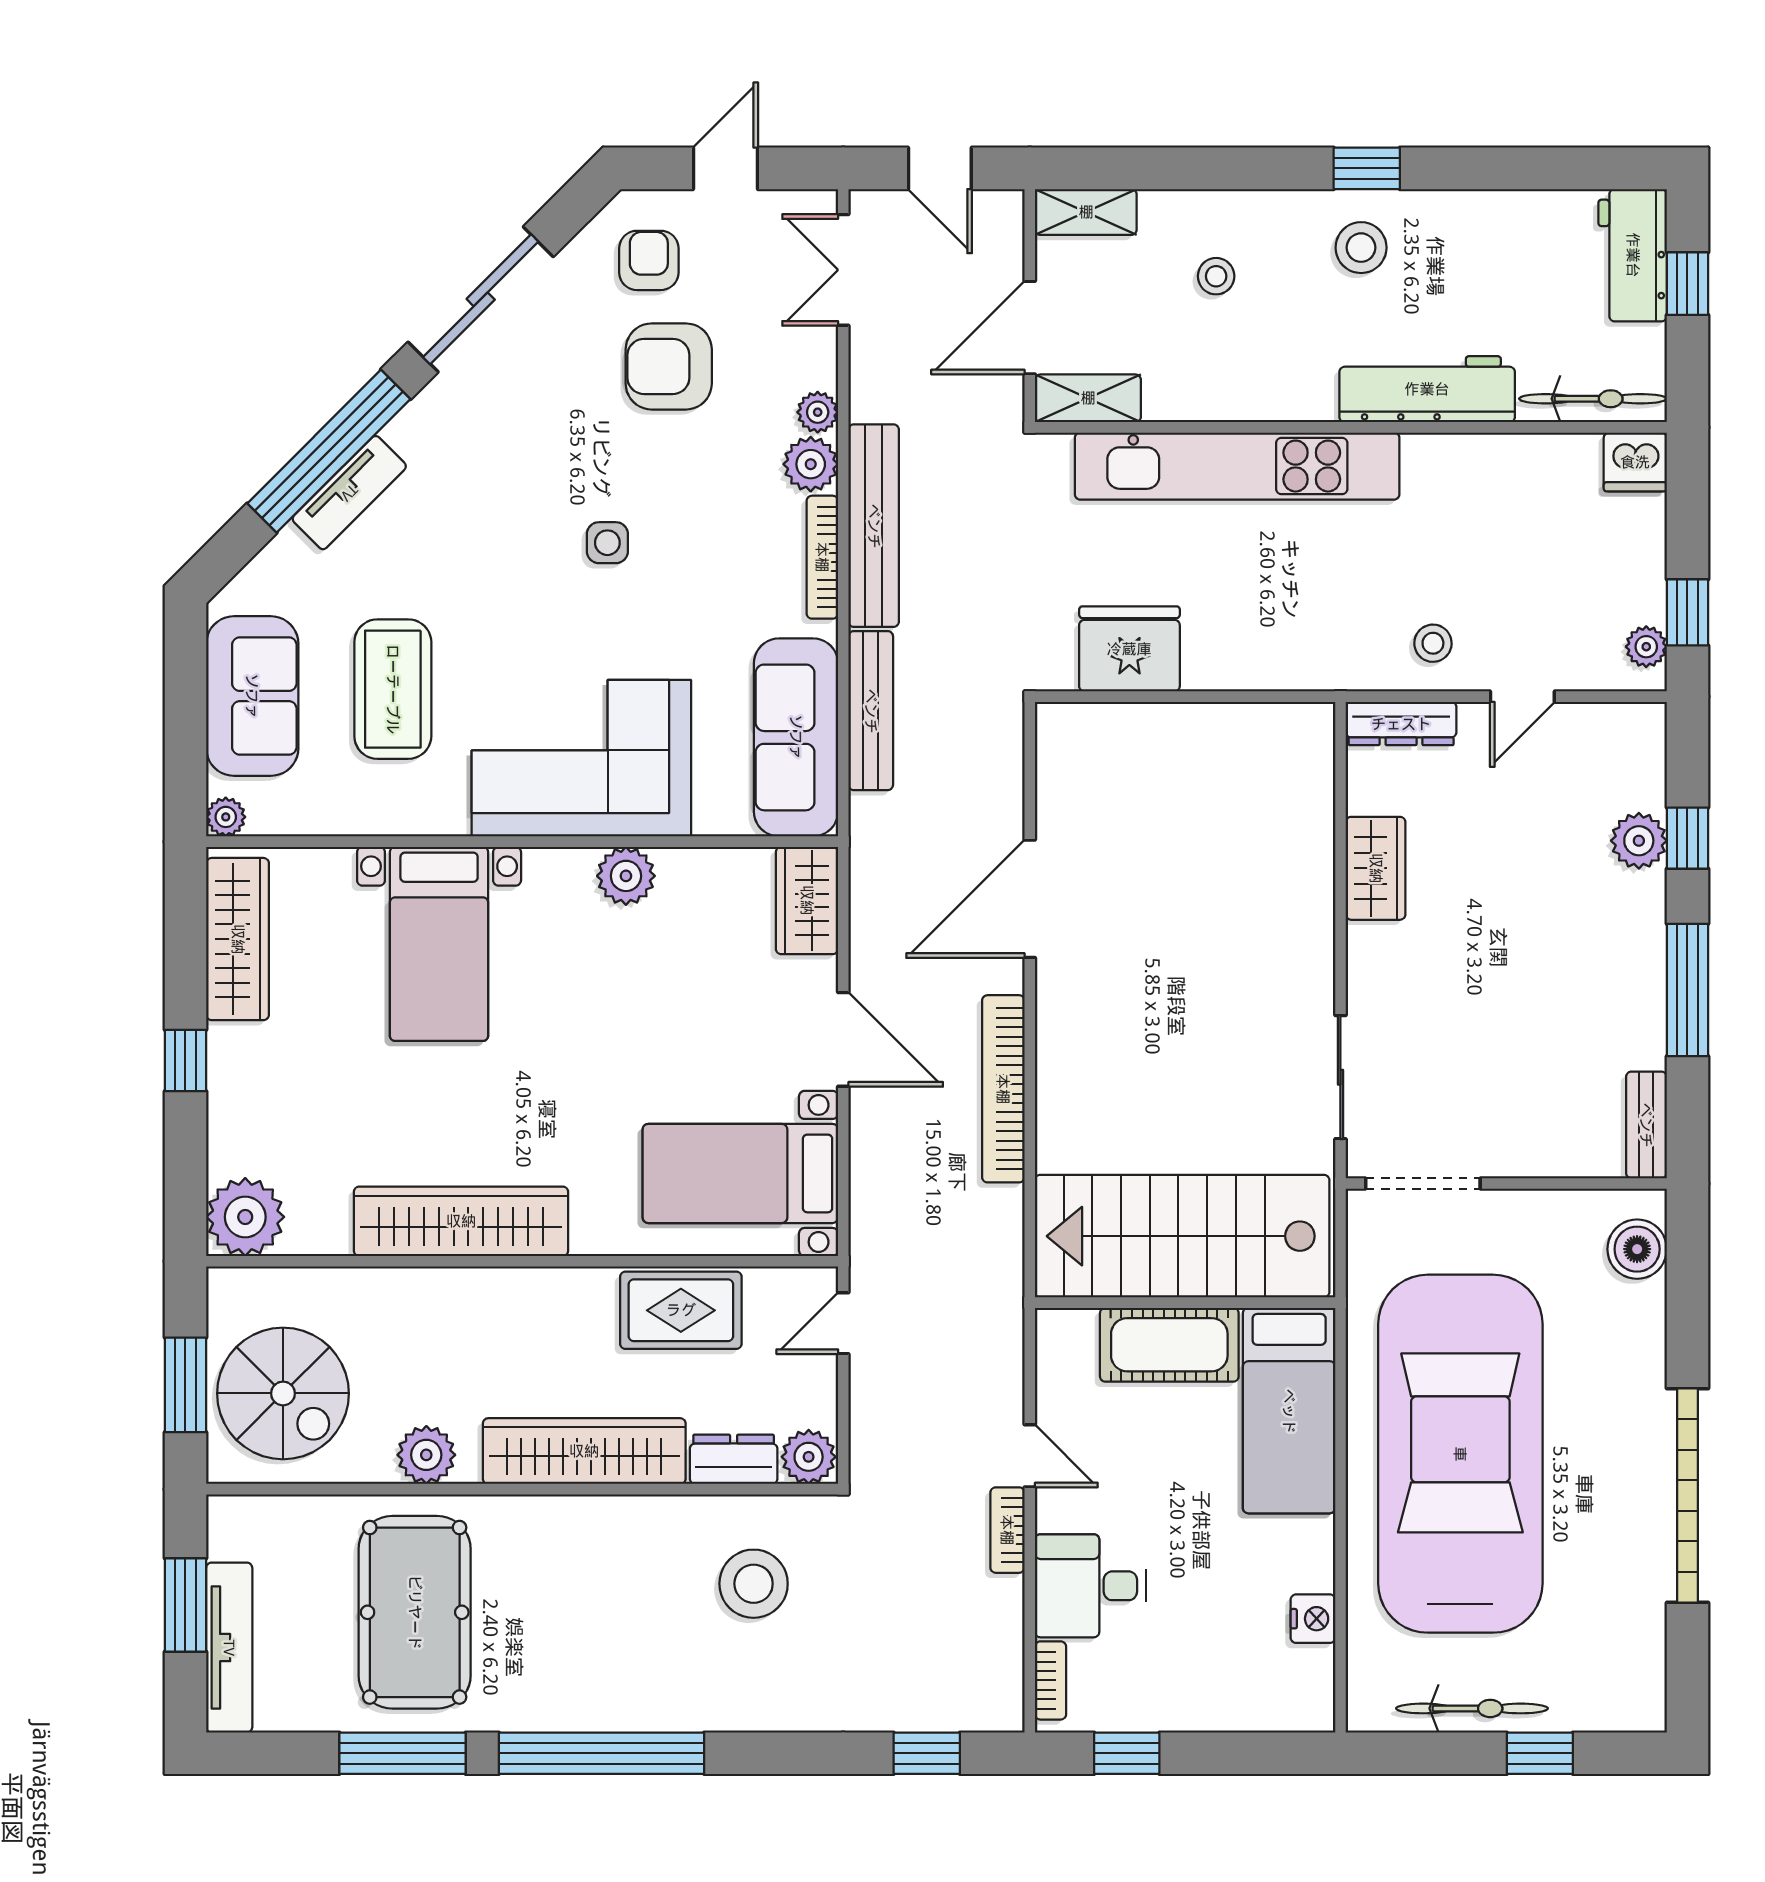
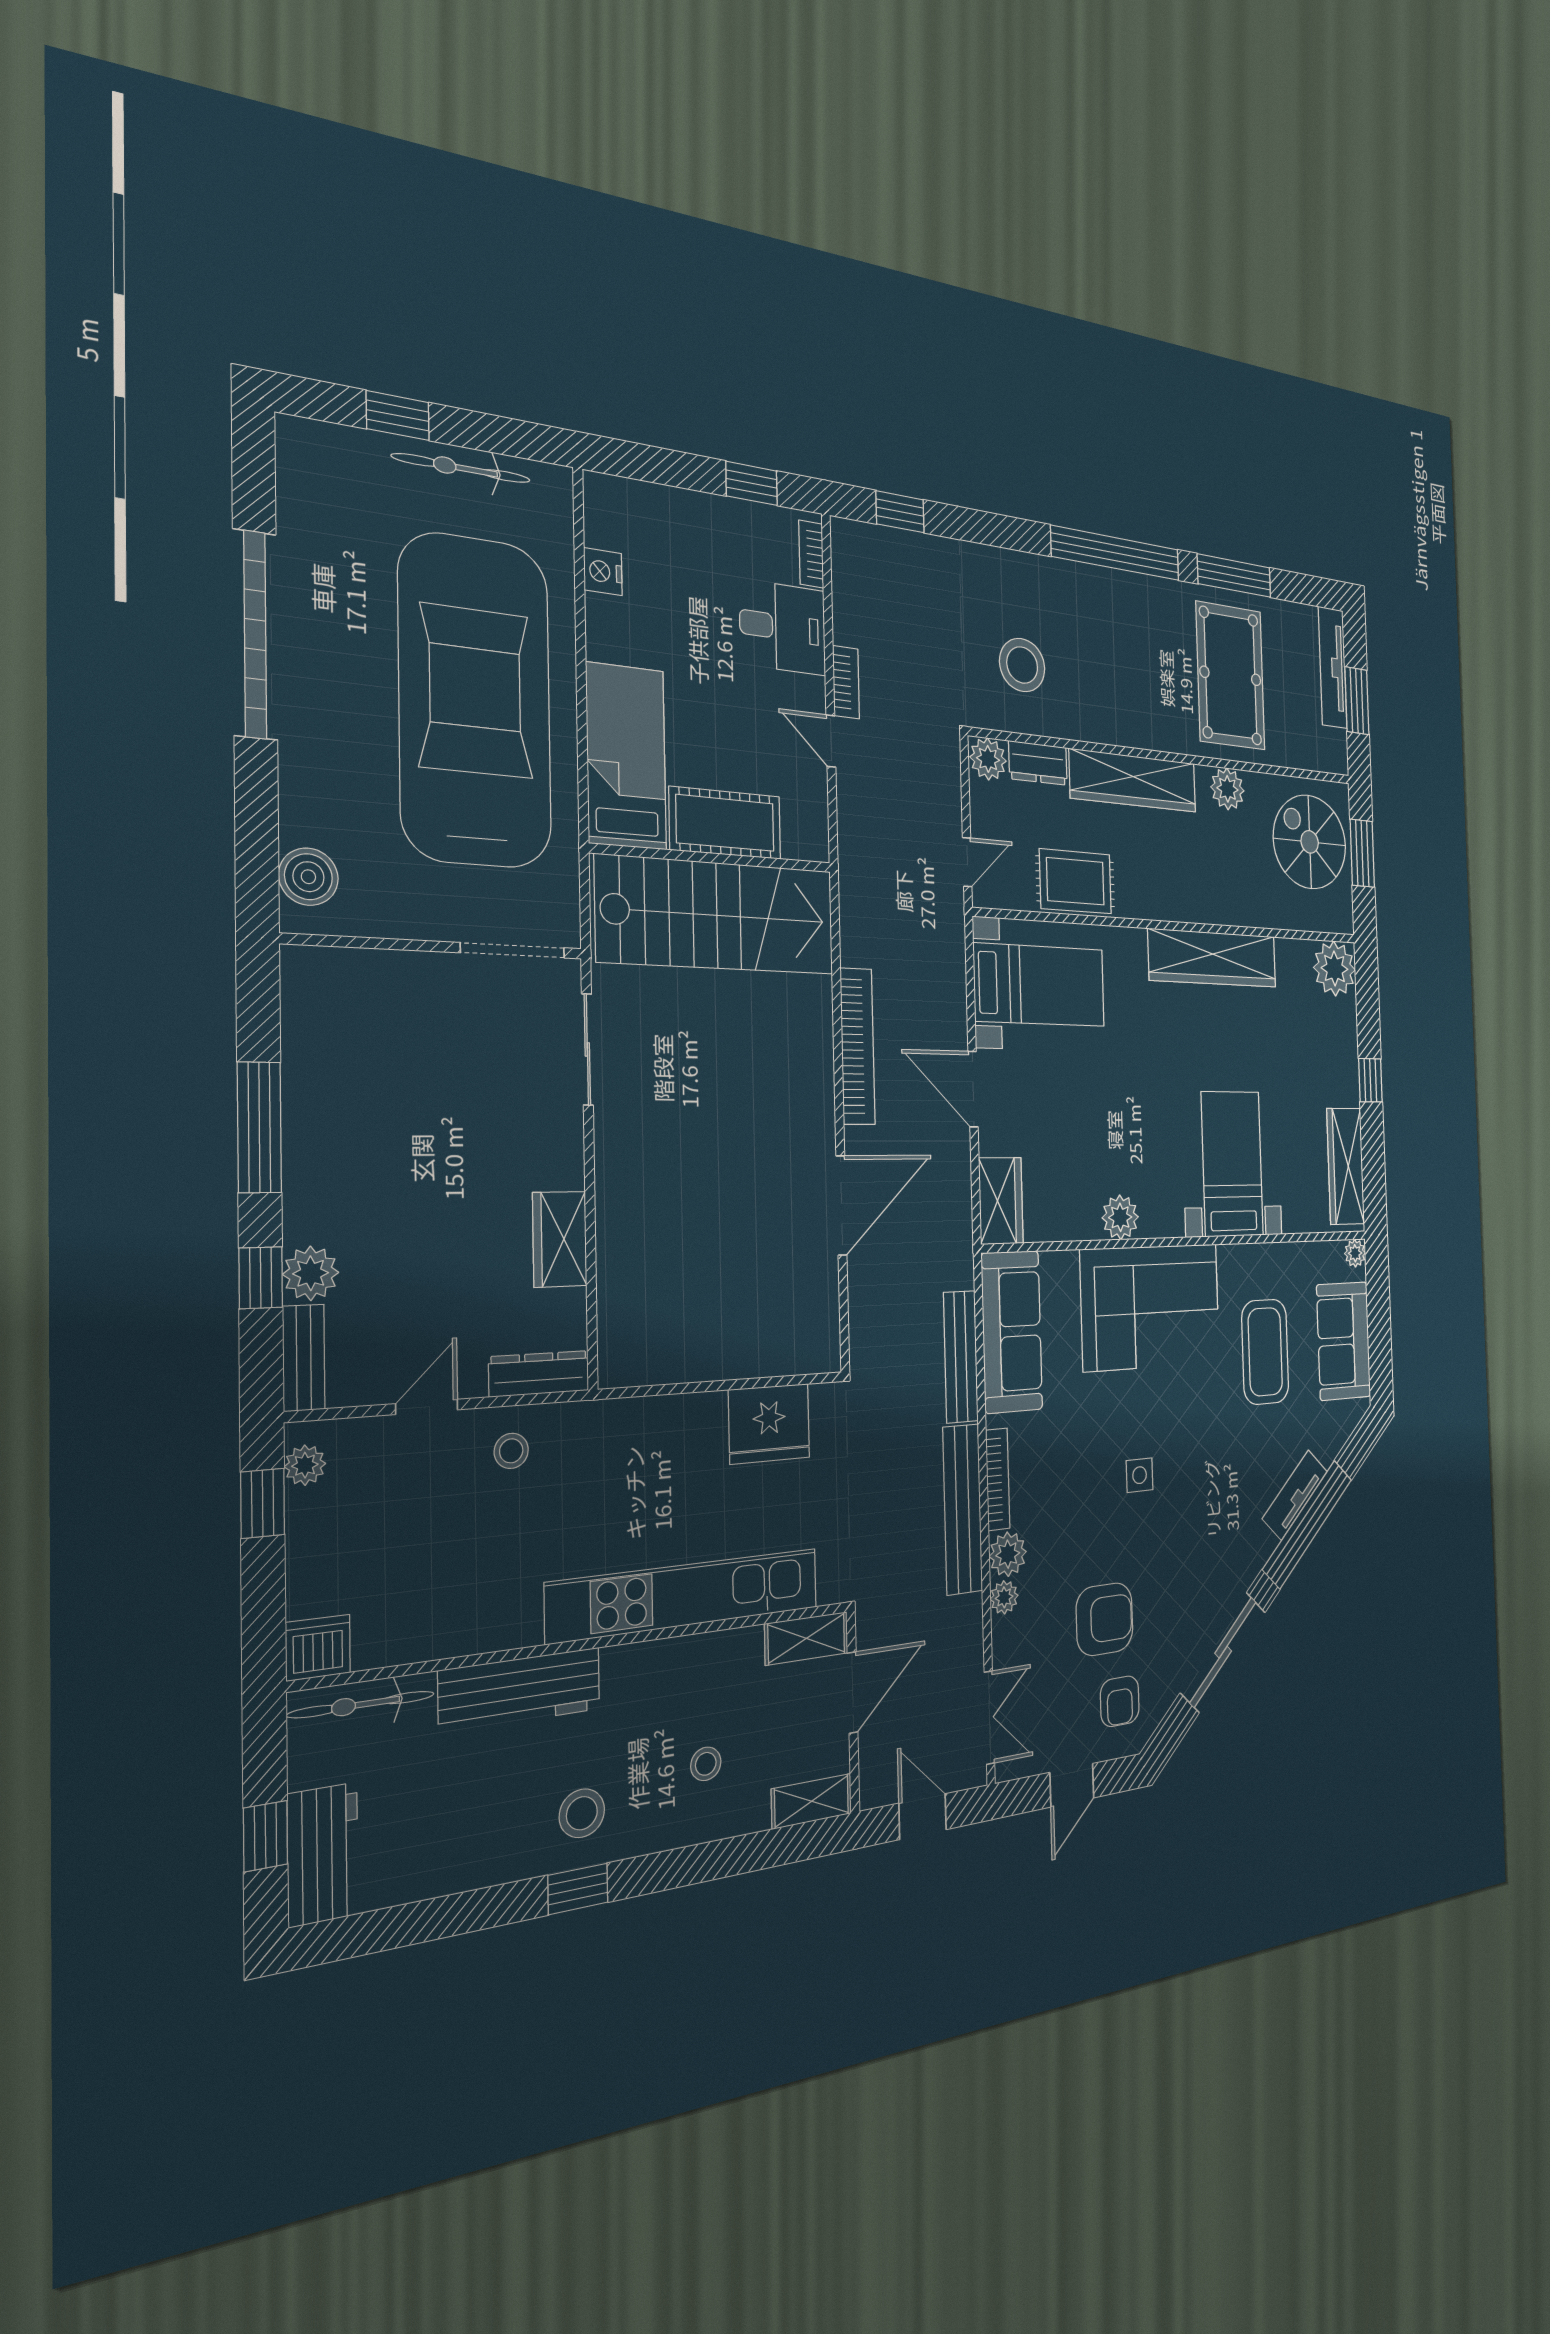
bench: (1646, 1125) -> (304, 1358), moved
car: (1460, 1454) -> (475, 701), turned 180

